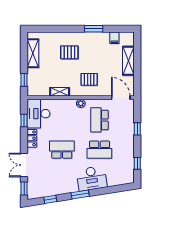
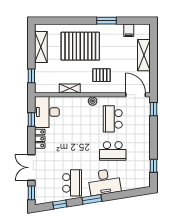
pallet: (69, 52) -> (80, 46), width x2.05, depth x2.00
window: (137, 129) -> (153, 109), moved
school desk: (62, 150) -> (72, 183), moved, turned 90

